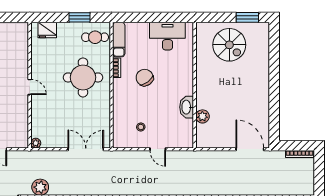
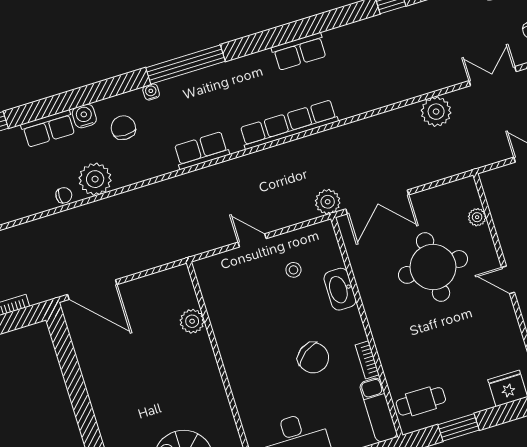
round table: (83, 77) -> (433, 267), moved
washbasin: (187, 107) -> (340, 289), moved, turned 180
plant: (36, 143) -> (477, 217), moved
plant: (112, 157) -> (328, 202), added

